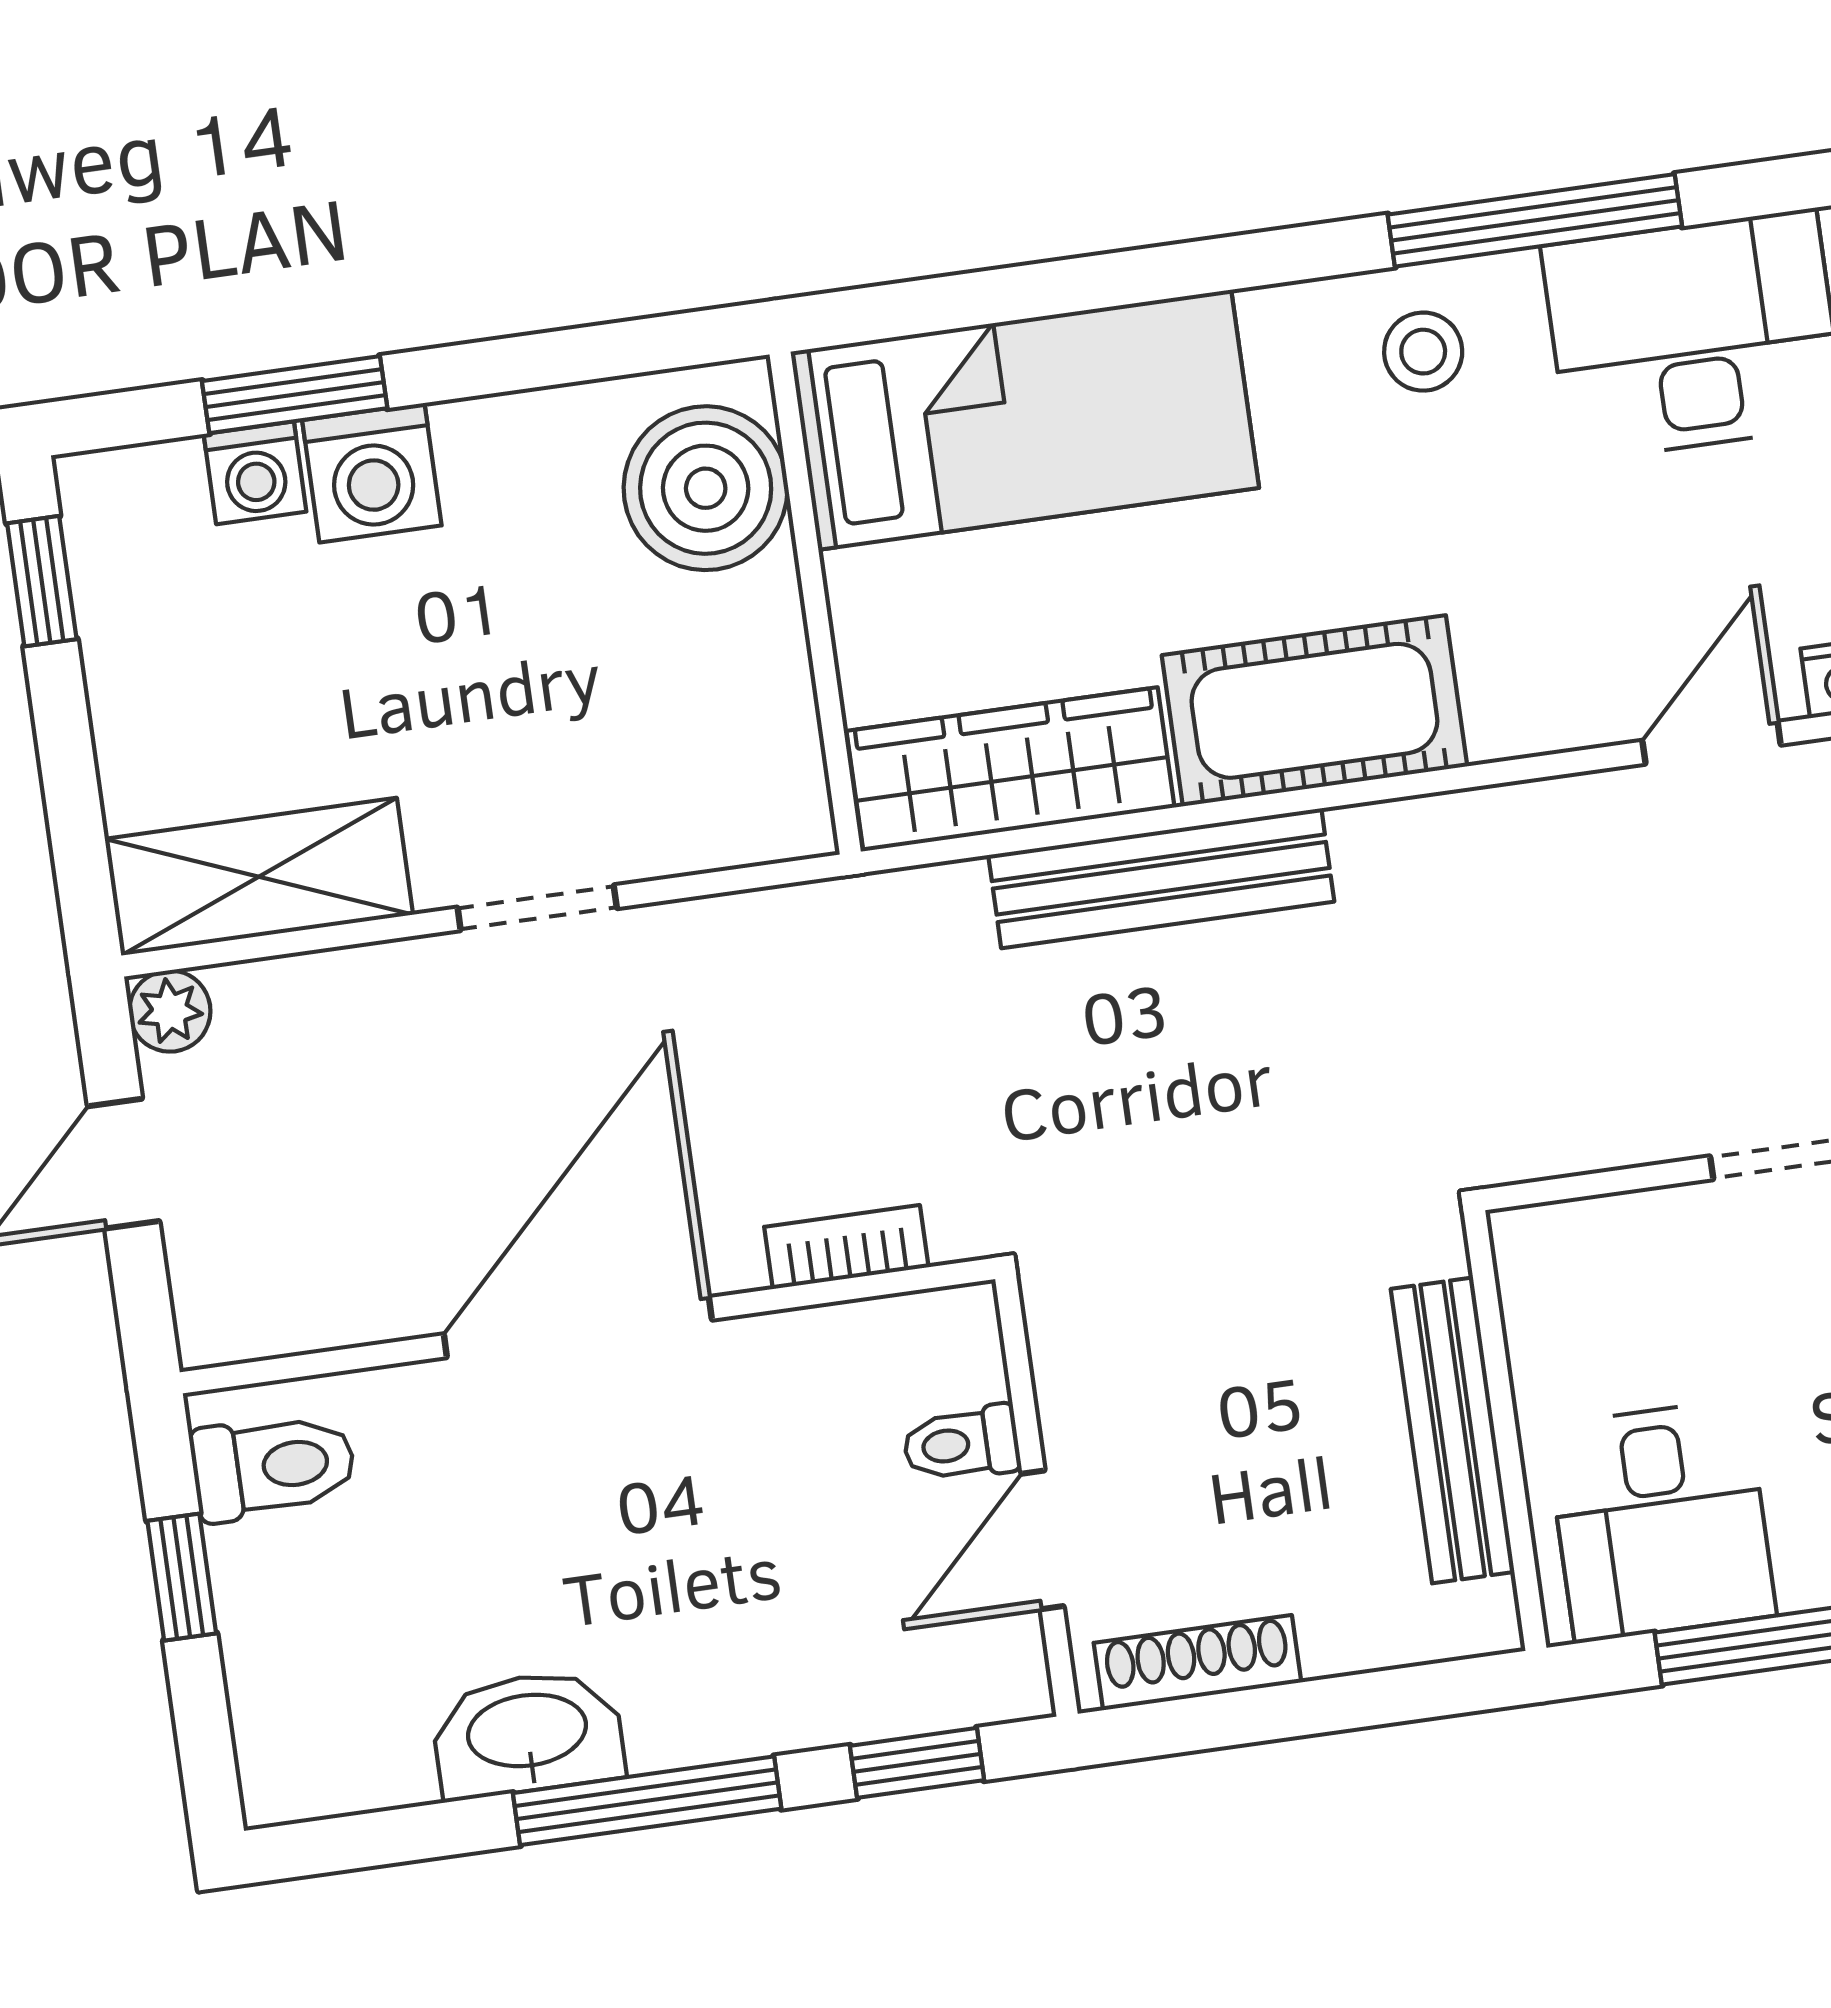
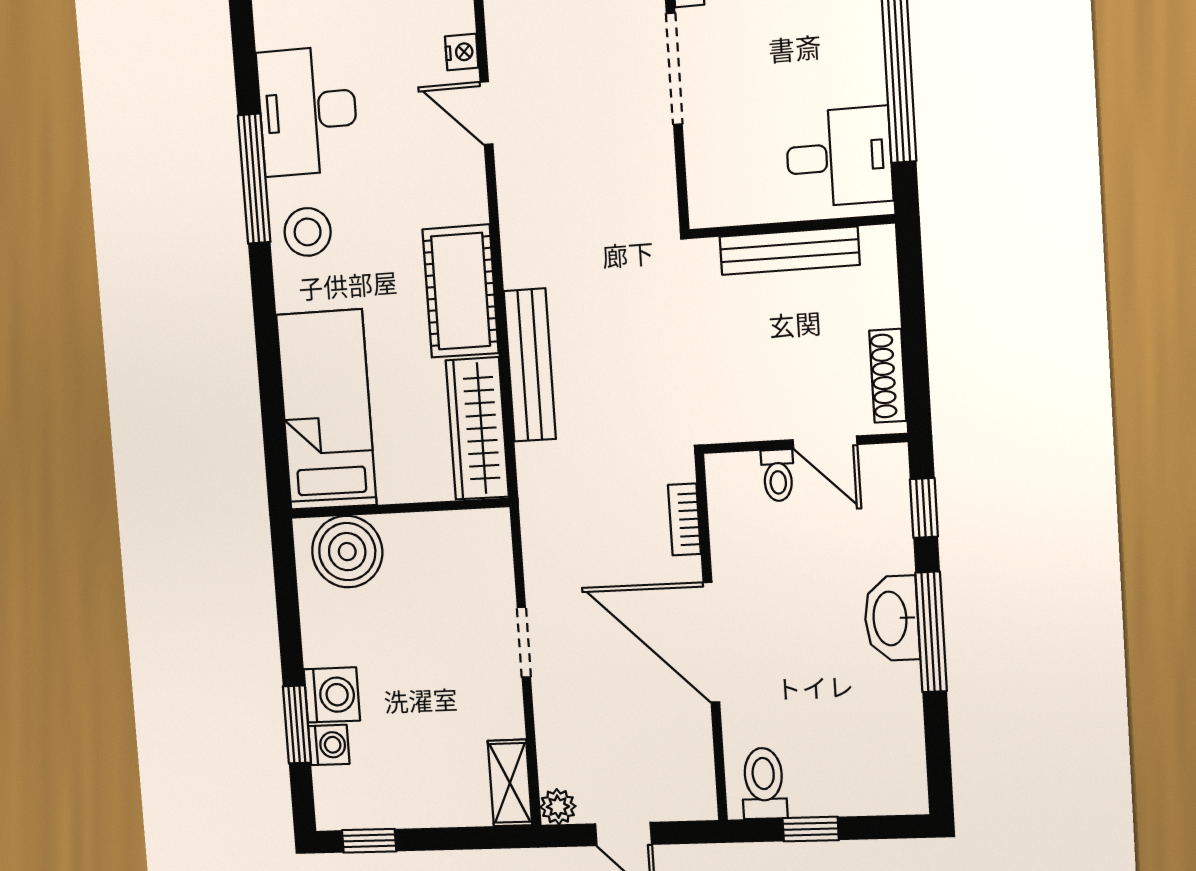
stool: (1423, 352) -> (308, 232), width x1.37, depth x1.37
shelving: (259, 877) -> (510, 783), width x0.67, depth x0.75
washbasin: (527, 1734) -> (892, 618), moved

